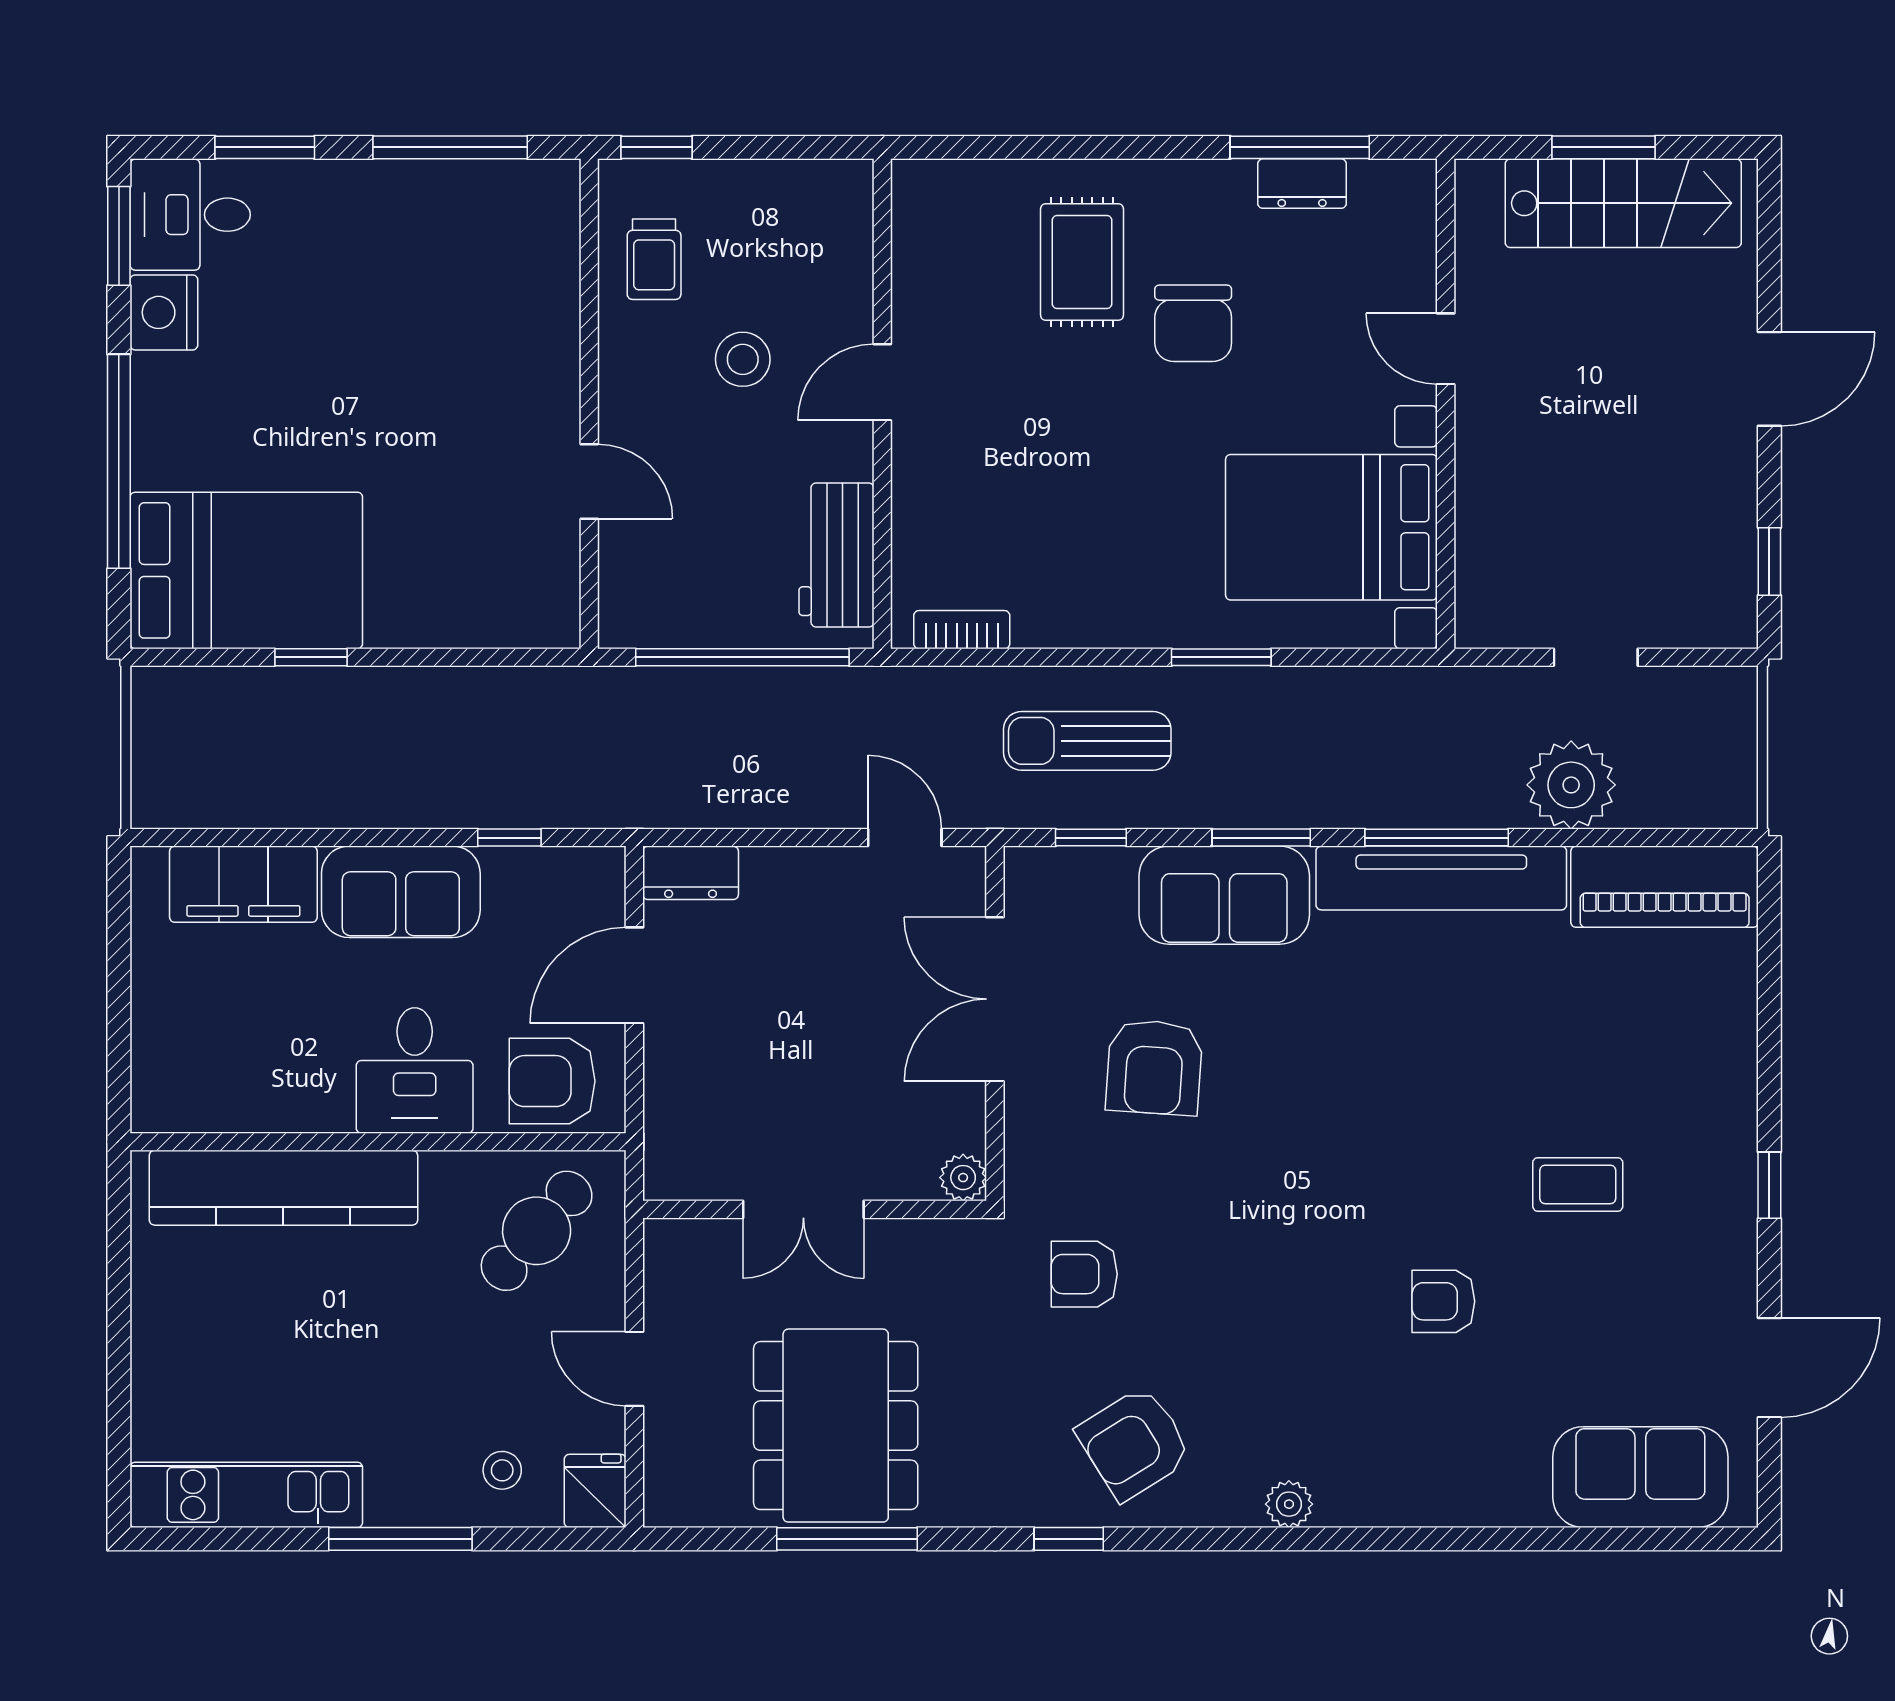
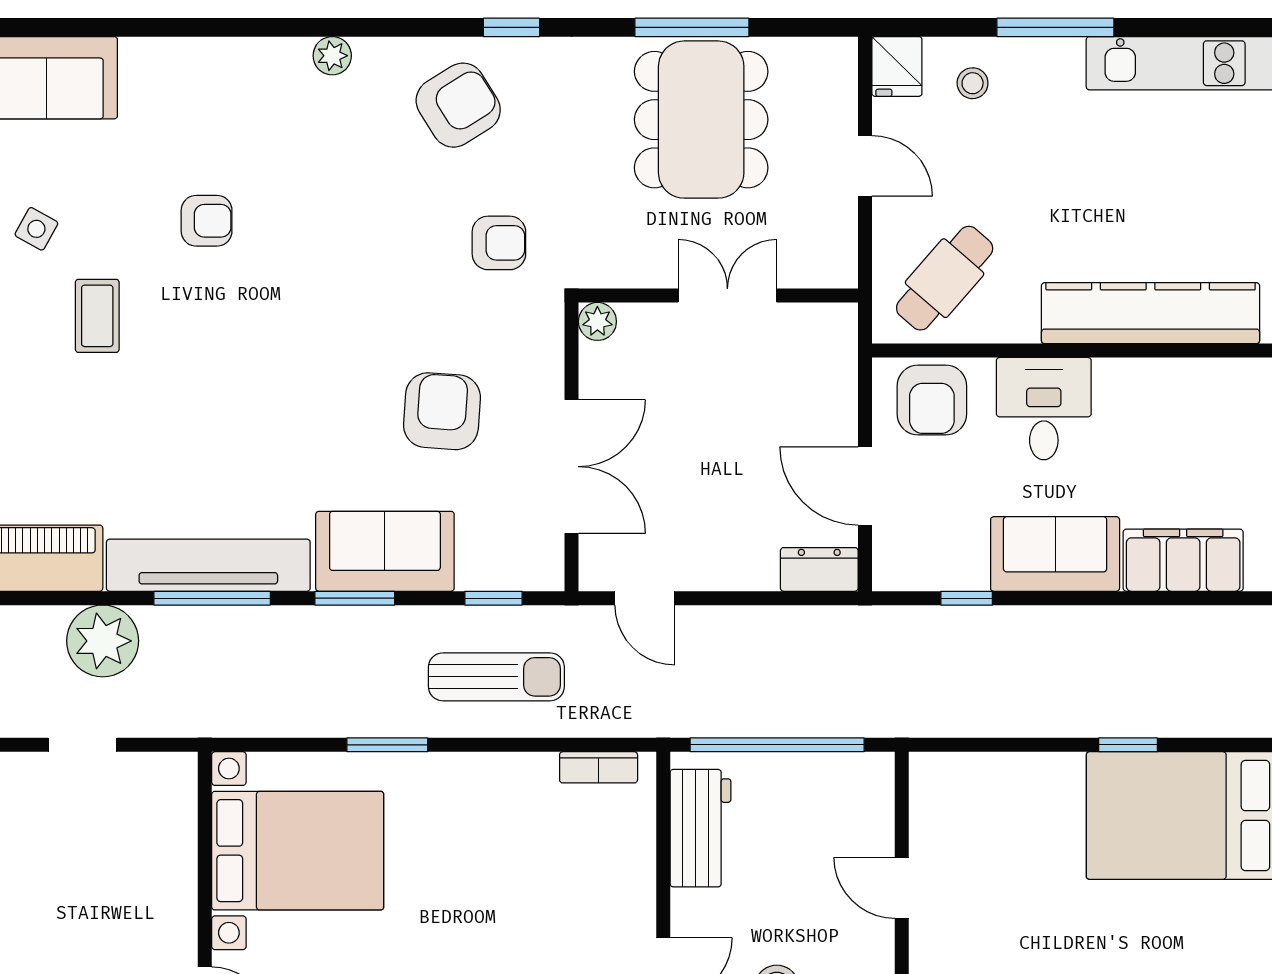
door: (634, 975) -> (865, 486), swing flipped
armchair: (552, 1081) -> (932, 400), turned 90
coffee table: (1578, 1184) -> (97, 316), turned 90
side table: (1653, 1291) -> (36, 229), added

